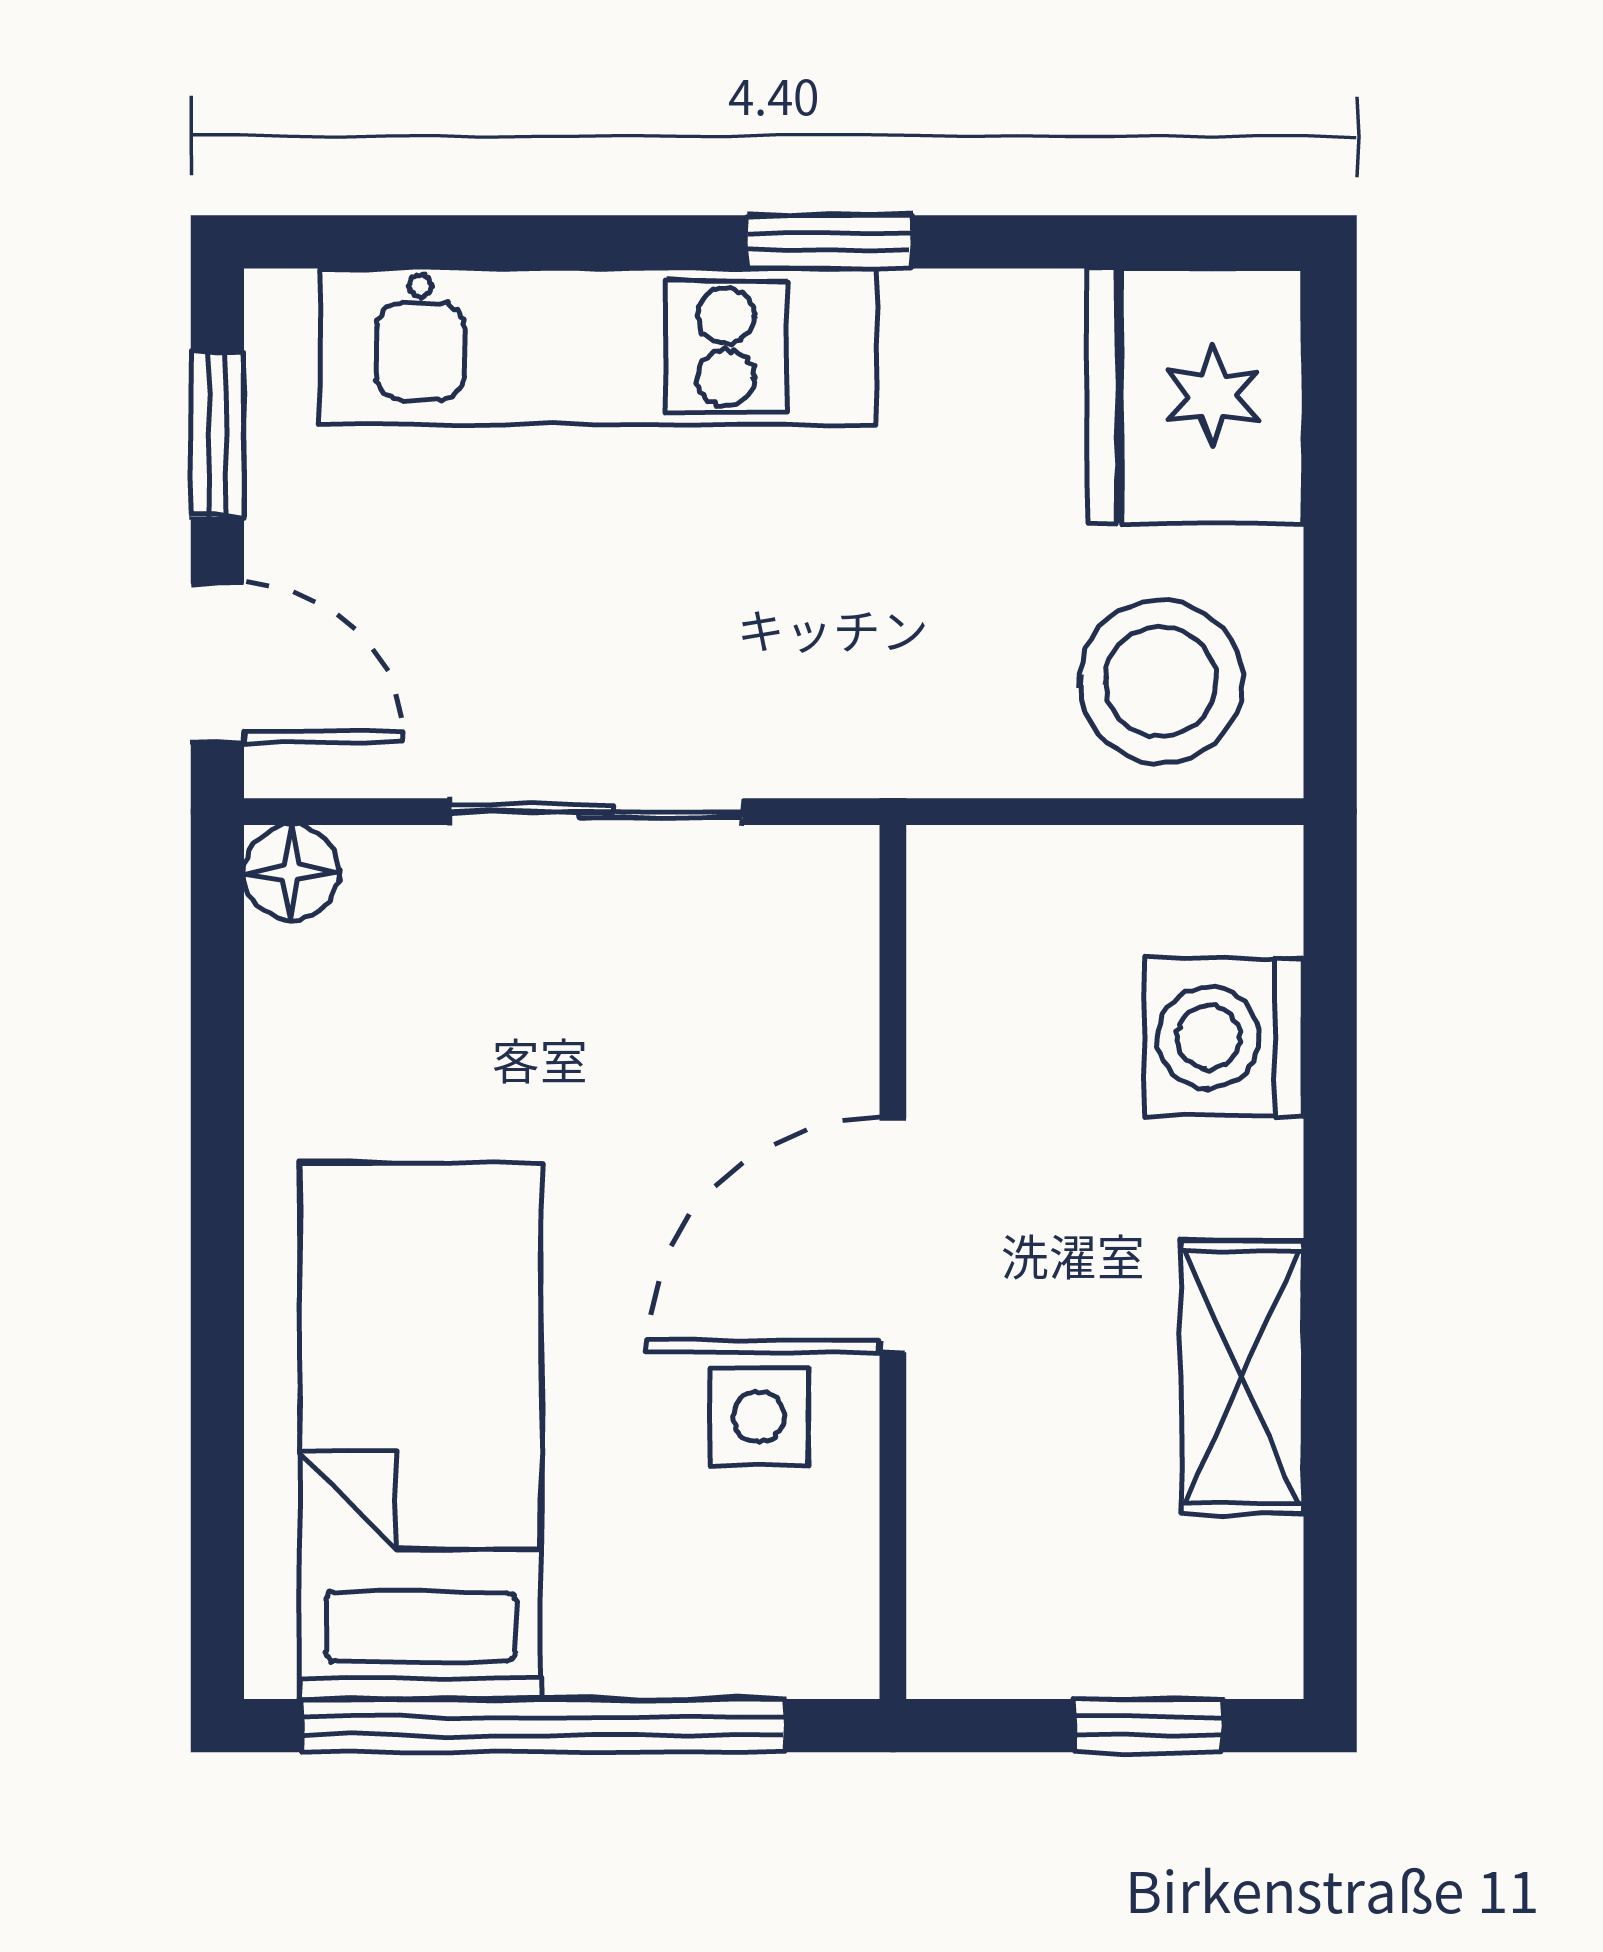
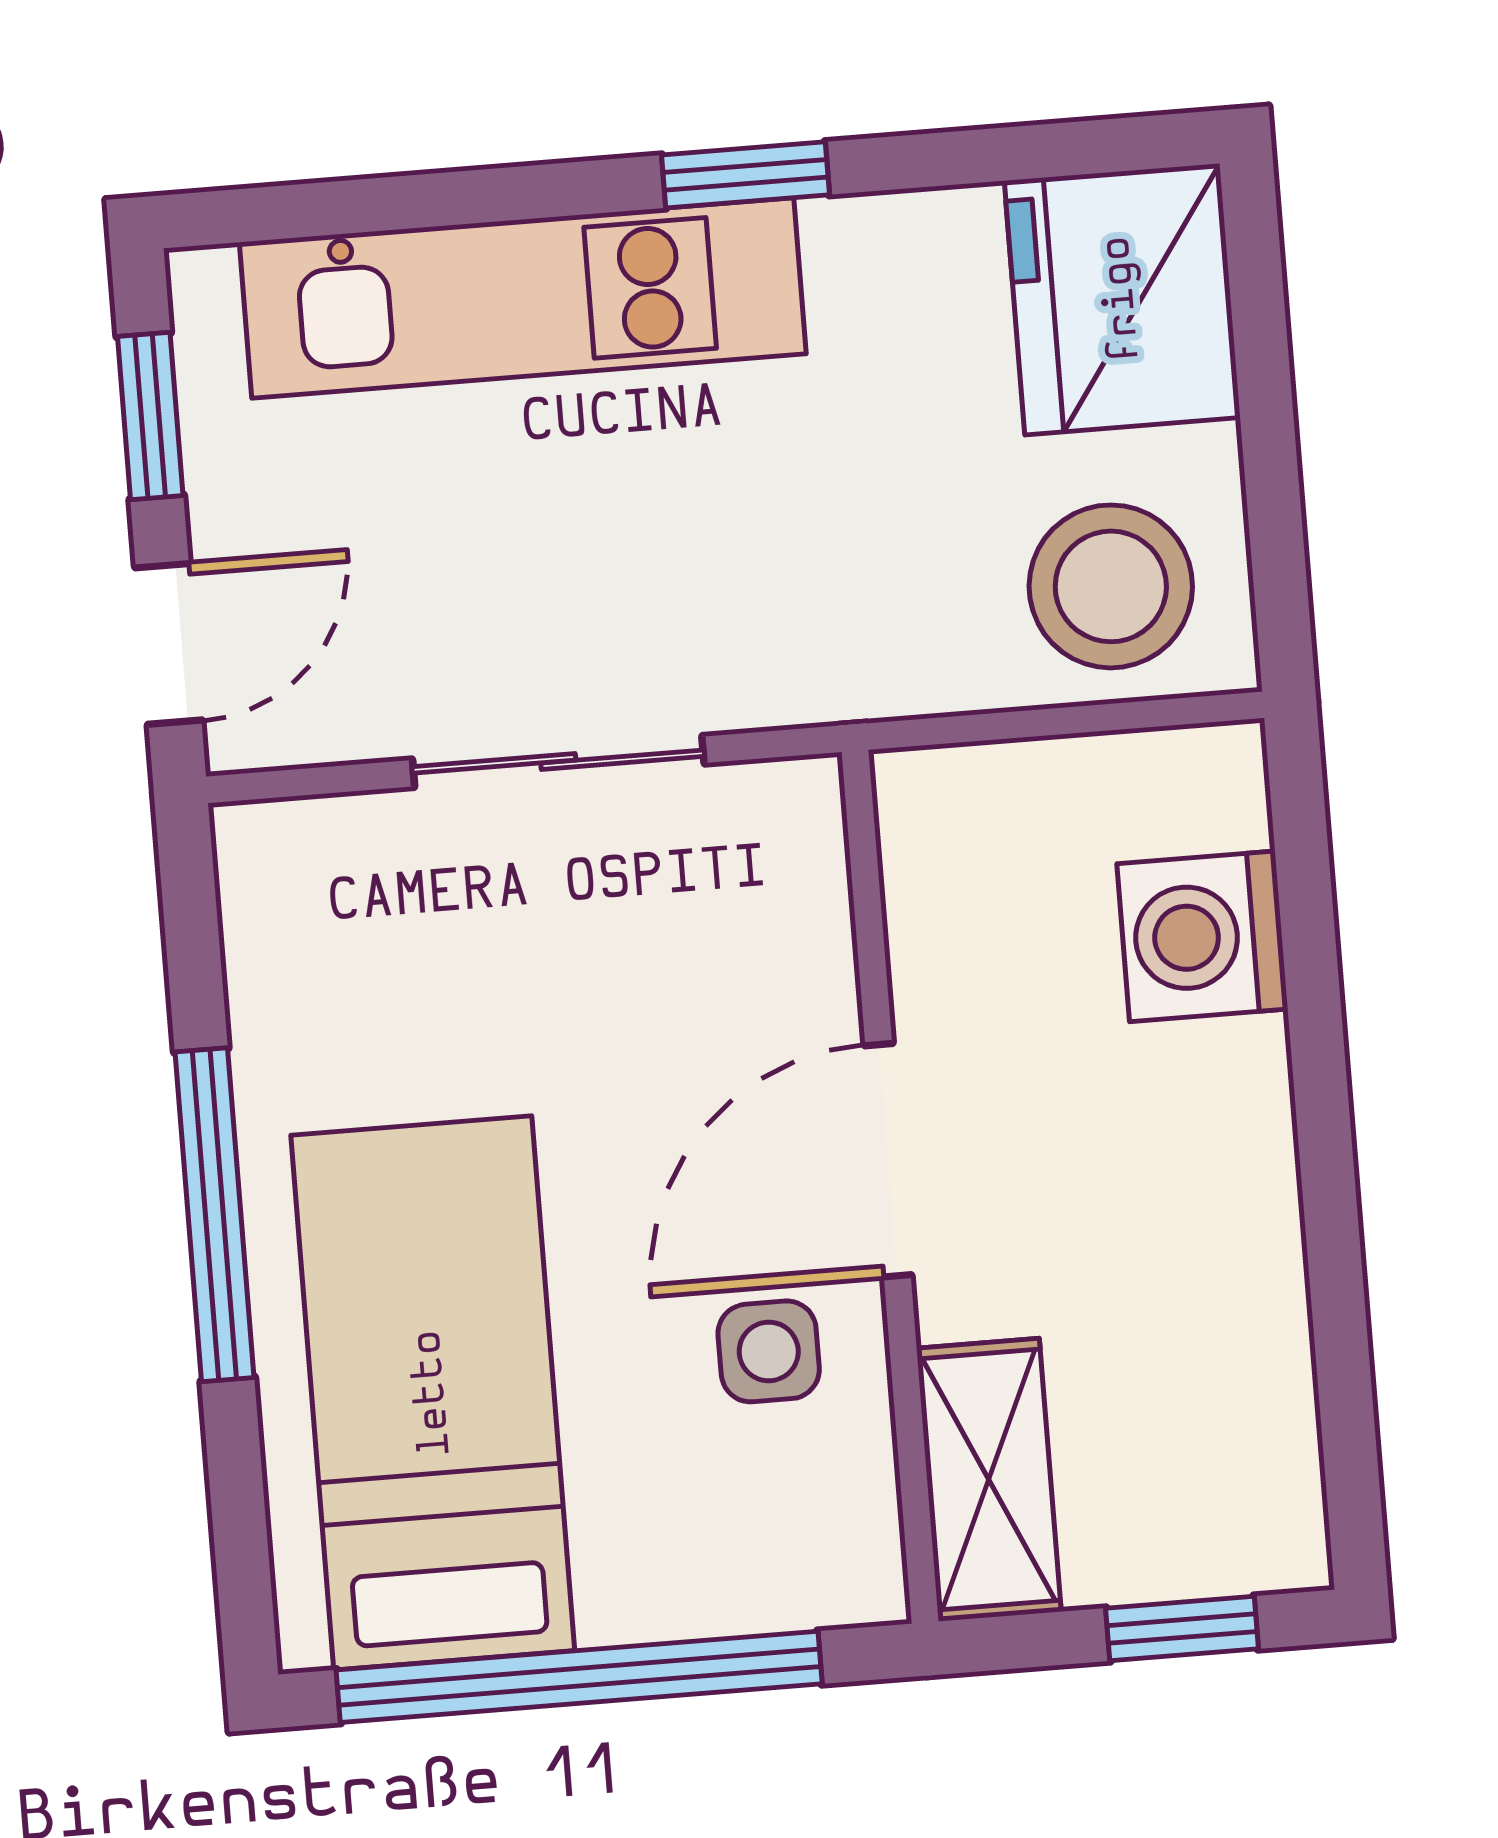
door: (217, 663) -> (169, 644), hinge flipped
floor lamp: (291, 872) -> (259, 847), removed
window: (217, 1236) -> (215, 1215), added
shelving: (1242, 1377) -> (989, 1480), moved

